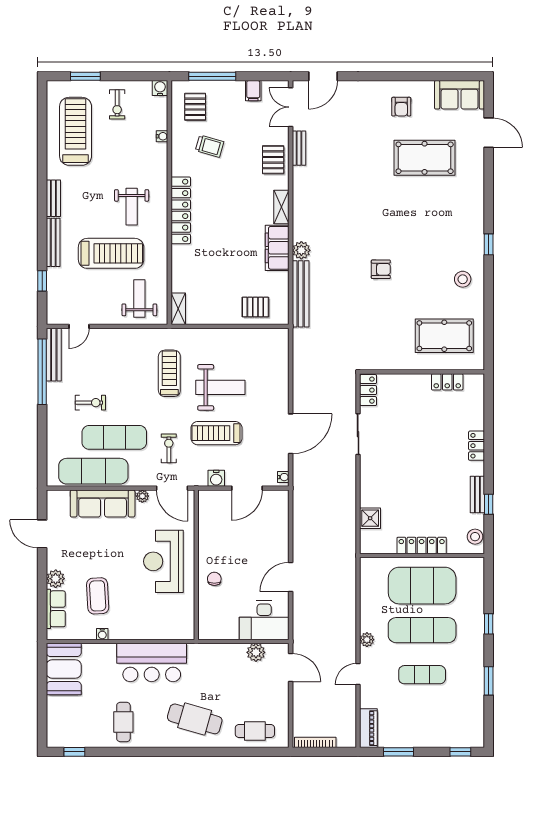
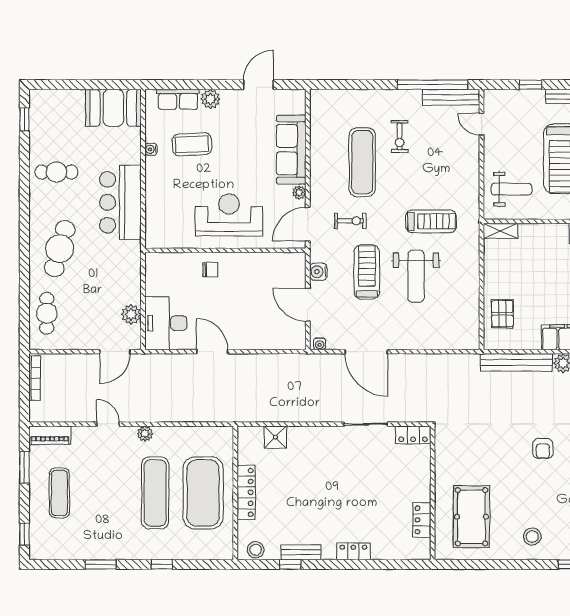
exercise mat: (93, 471) -> (326, 140), removed
exercise mat: (422, 675) -> (59, 493), moved

